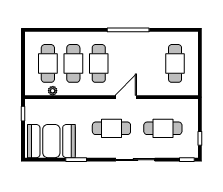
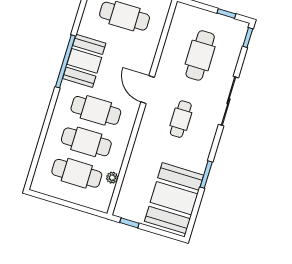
booth: (133, 44) -> (84, 61), added
cafe table: (111, 128) -> (181, 119), width x0.73, depth x0.74

